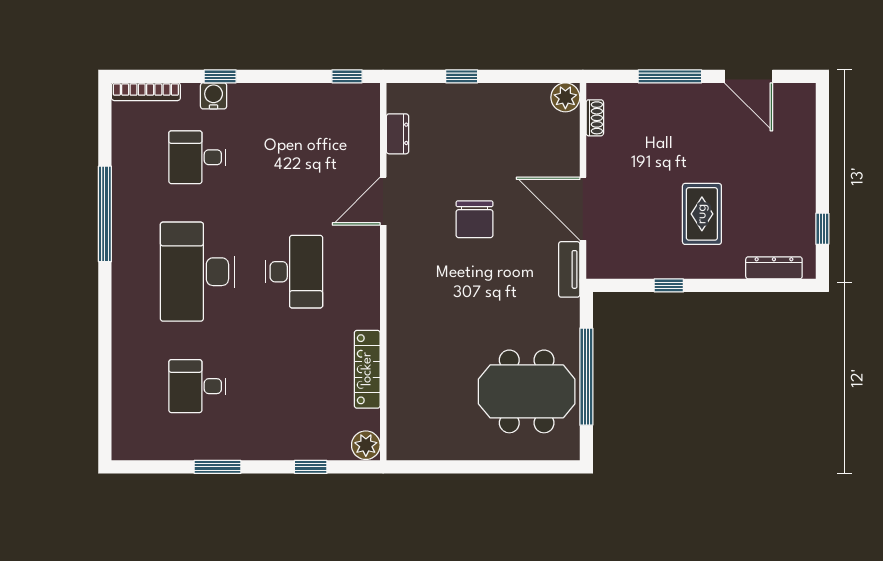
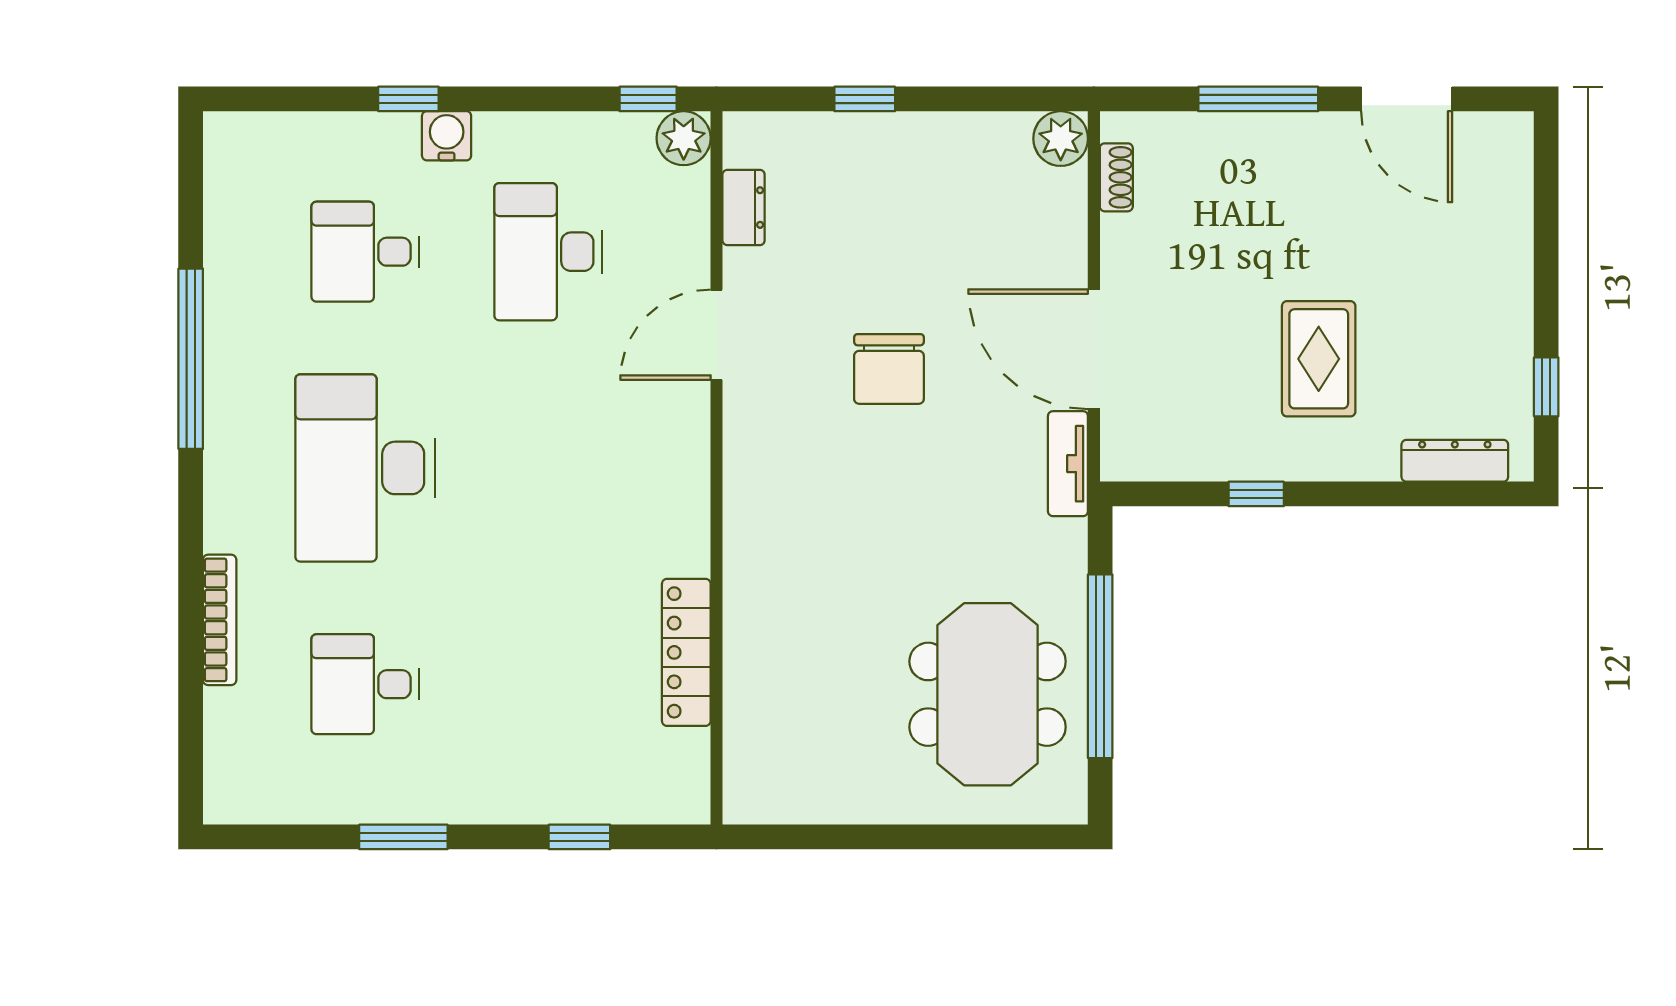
bookcase: (146, 92) -> (220, 620), moved, turned -90
water cooler: (214, 96) -> (447, 136), moved
desk: (294, 272) -> (548, 252), moved, turned 180
meeting table: (527, 391) -> (988, 694), turned 90
plant: (366, 445) -> (684, 138), moved

